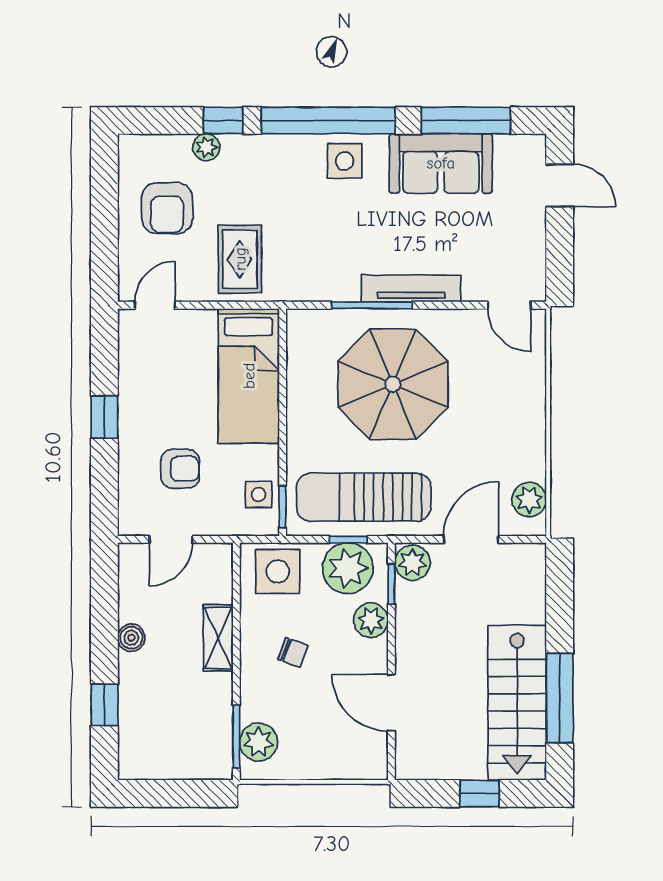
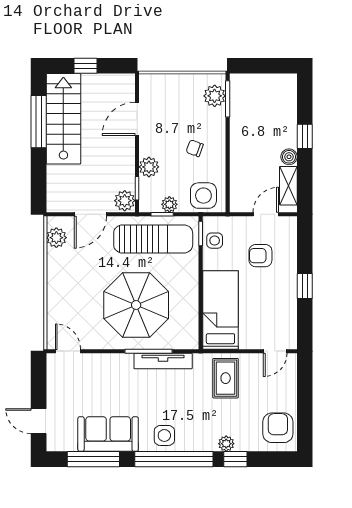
plant: (206, 147) -> (226, 444), moved
armchair: (167, 208) -> (278, 428), moved
tv unit: (411, 288) -> (163, 361), moved
plant: (348, 568) -> (169, 204), width x0.53, depth x0.53
shelving: (218, 638) -> (288, 186), moved
door: (391, 703) -> (137, 119), swing flipped
window: (104, 705) -> (305, 136), moved

